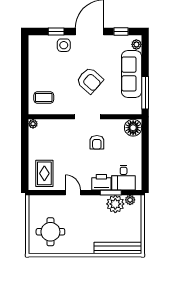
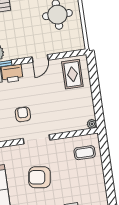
armchair: (90, 80) -> (40, 177), turned -34
door: (73, 193) -> (40, 59), hinge flipped

